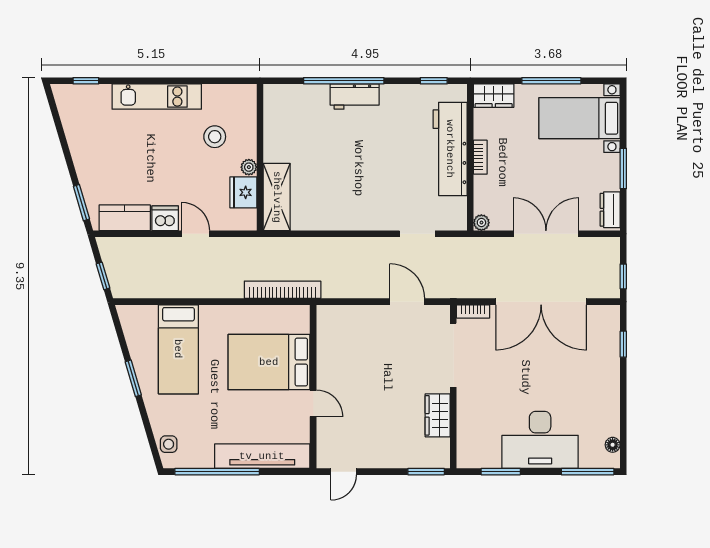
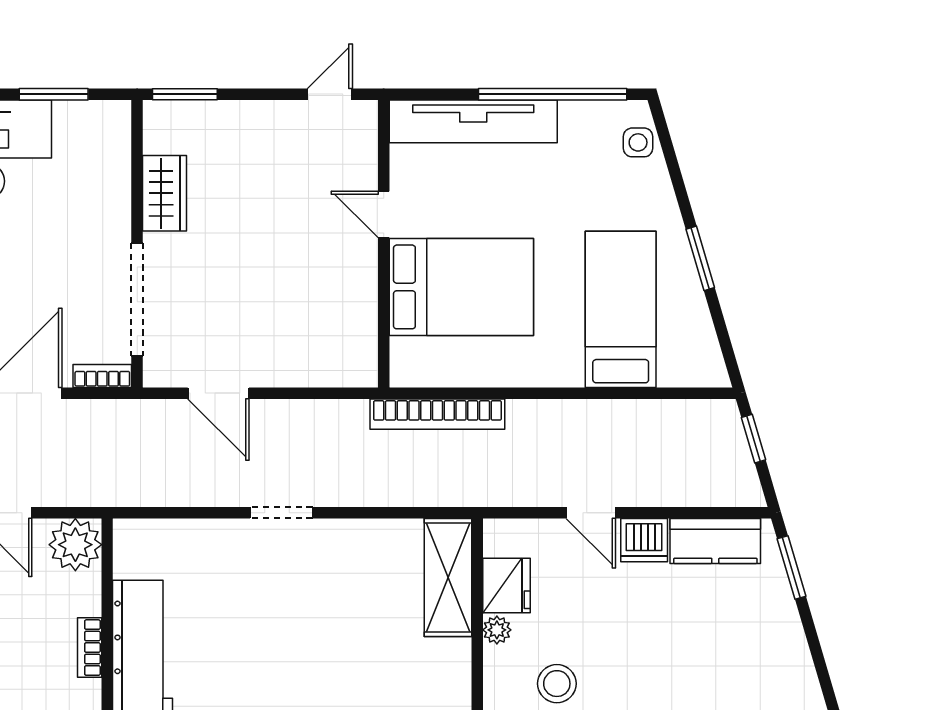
plant: (481, 223) -> (75, 545), width x1.87, depth x1.87
doorway: (417, 234) -> (281, 513), moved

